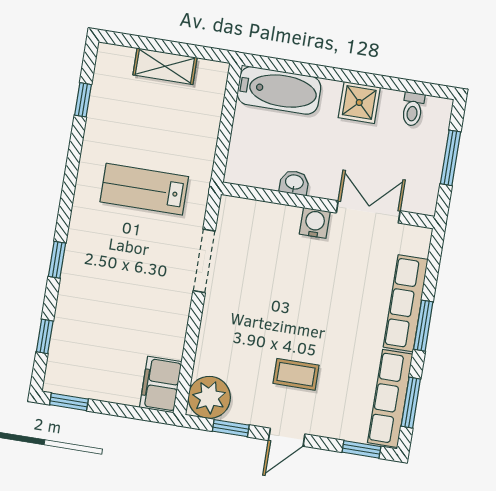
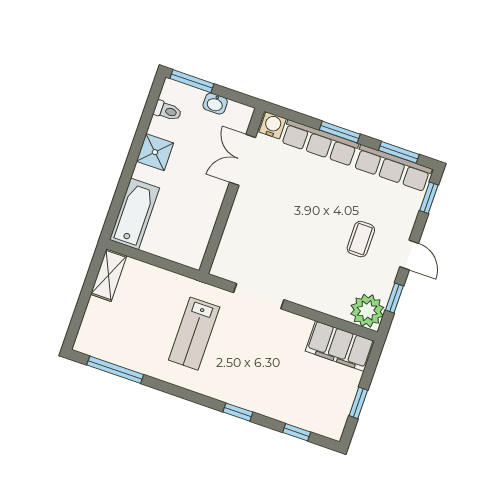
shelving: (165, 66) -> (109, 275), moved
window: (83, 100) -> (115, 370), width x2.17
window: (450, 158) -> (192, 81), moved
washbasin: (294, 183) -> (215, 104), moved, turned -90
water cooler: (315, 223) -> (273, 125), moved, turned 90
filing cabinet: (161, 385) -> (340, 346), width x1.50, depth x1.17
window: (69, 402) -> (358, 403), moved

